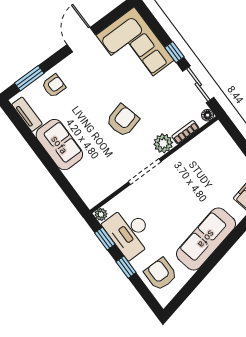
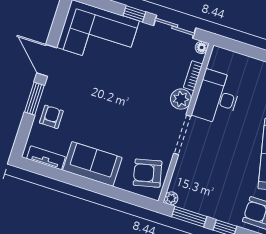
window: (29, 78) -> (34, 99), moved
armchair: (123, 120) -> (148, 173), moved, turned -89
desk: (129, 232) -> (217, 98), moved, turned 90
window: (105, 239) -> (189, 217), width x1.50

